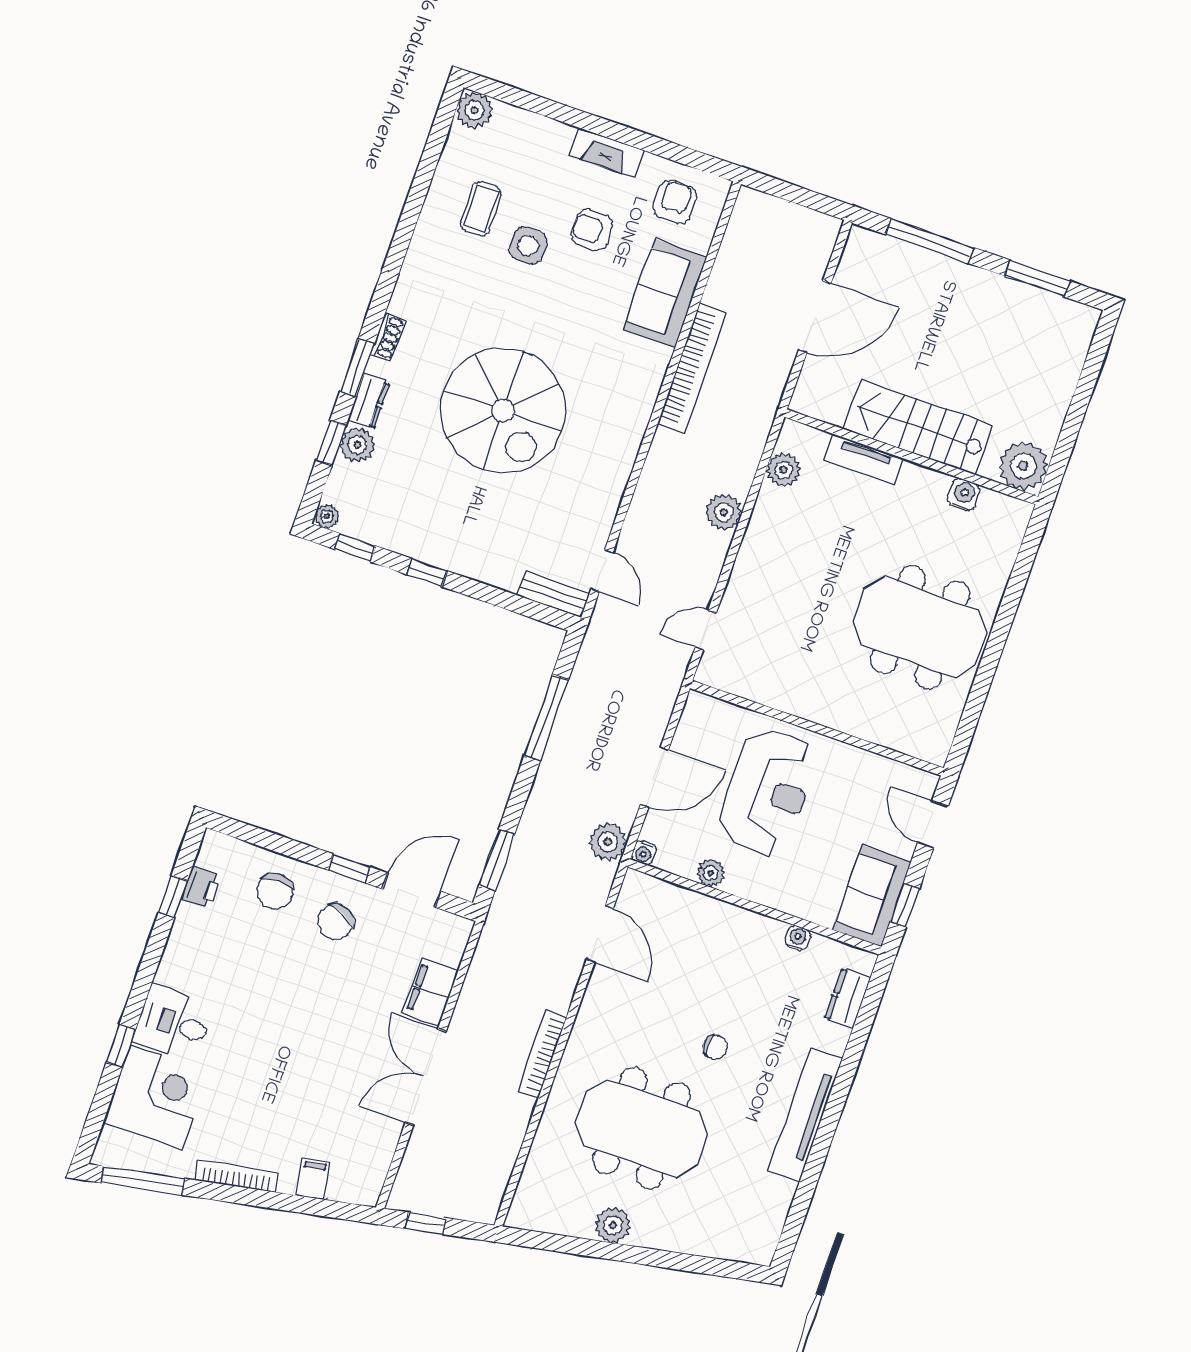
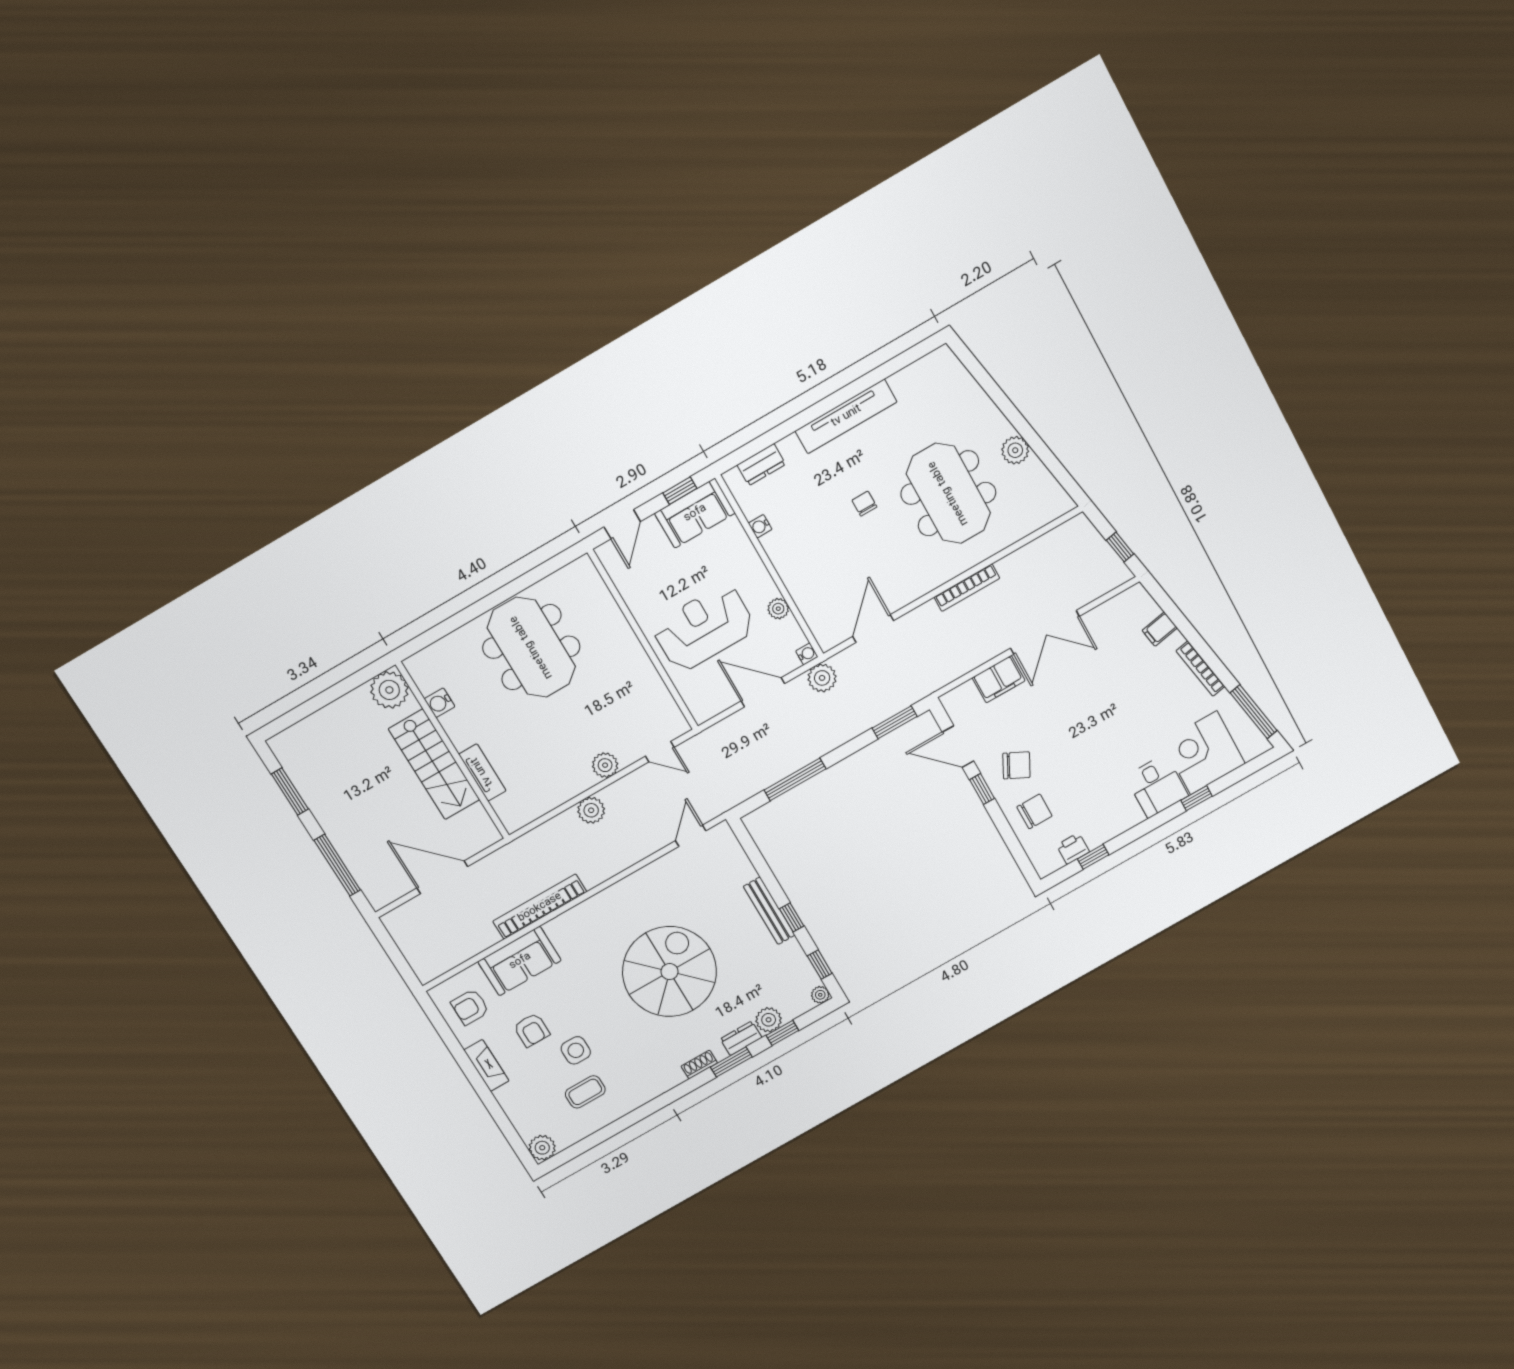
plant: (783, 470) -> (605, 765), moved
bench: (553, 594) -> (769, 911), moved, width x1.36

